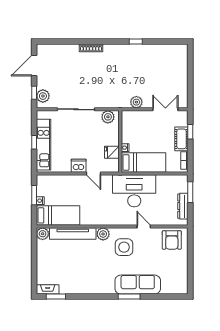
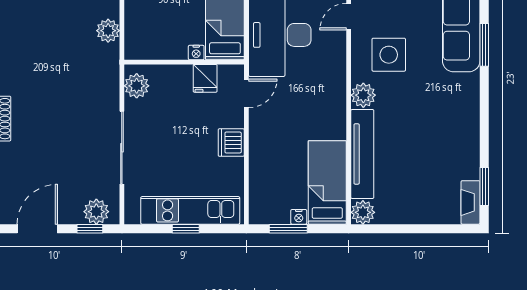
door: (34, 66) -> (37, 229), swing flipped
door: (93, 174) -> (246, 93), moved

